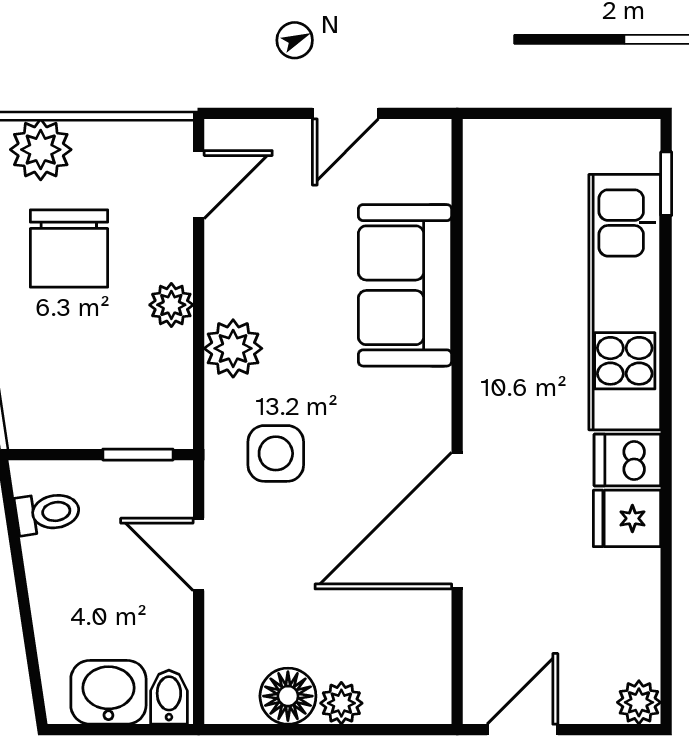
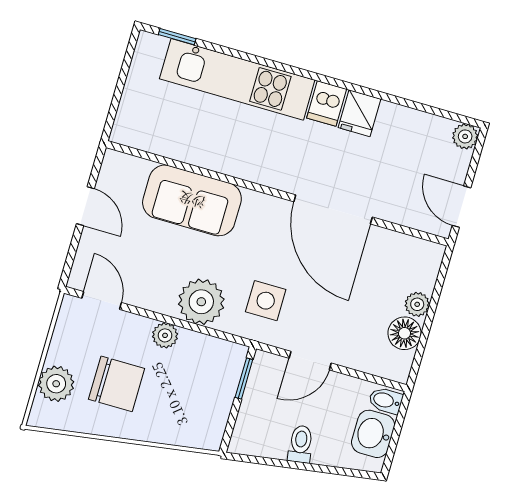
plant: (233, 348) -> (201, 302), width x1.36, depth x1.36
toilet: (48, 513) -> (301, 444), moved

